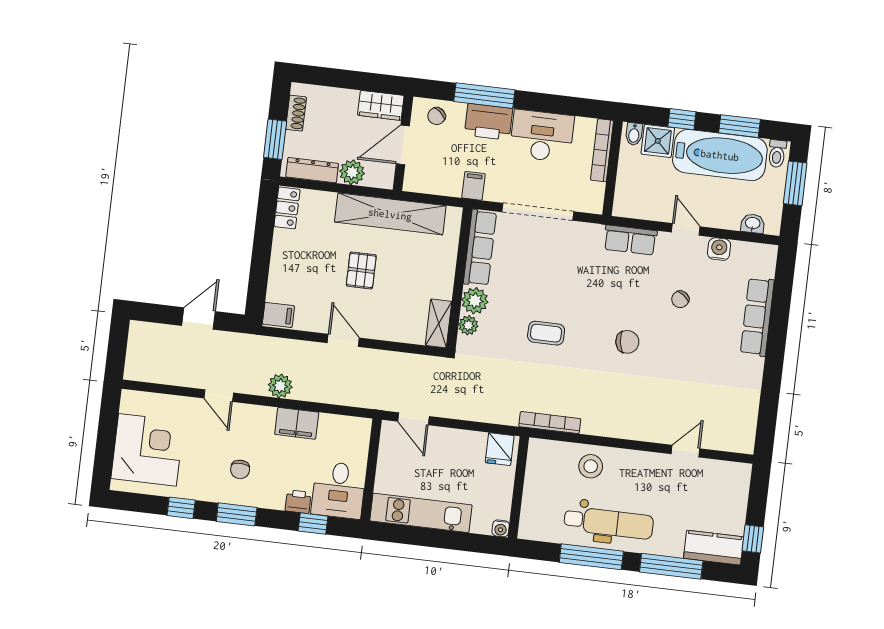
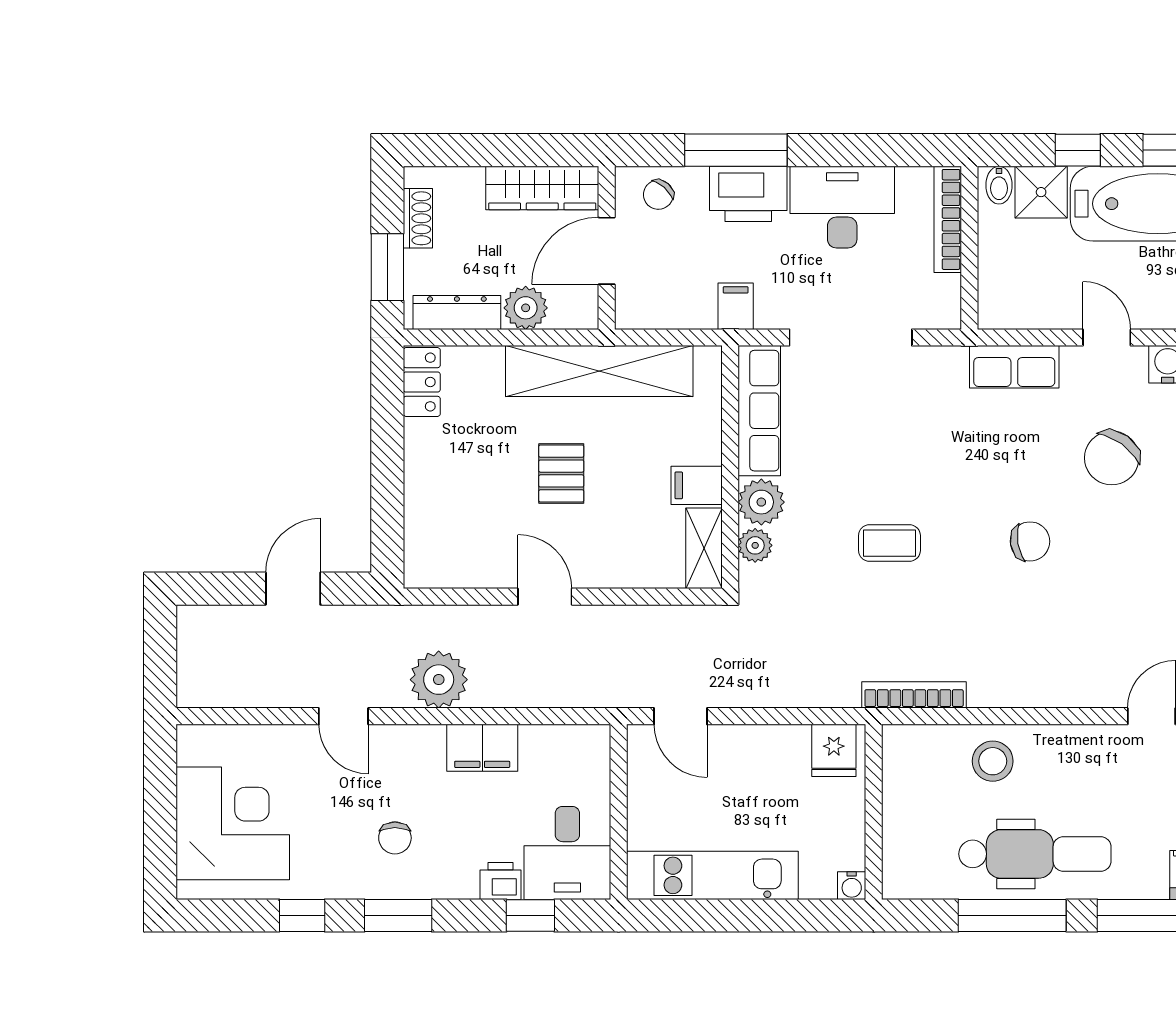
wardrobe: (381, 105) -> (542, 188), width x1.50
chair: (680, 299) -> (1112, 458), width x1.87, depth x1.87
filing cabinet: (278, 315) -> (697, 485), moved, turned 180
plant: (280, 386) -> (439, 680), width x1.36, depth x1.36

